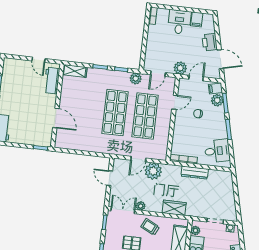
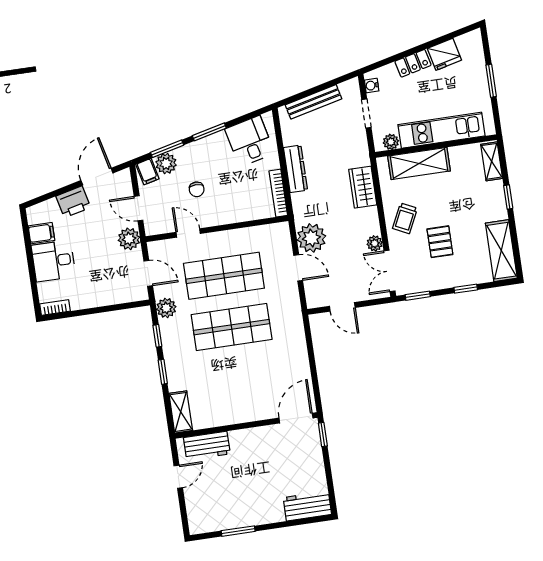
door: (56, 118) -> (296, 418), moved
door: (110, 178) -> (342, 307), hinge flipped
bench: (230, 193) -> (313, 102), added

